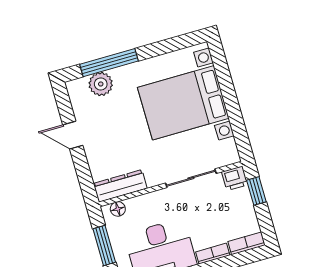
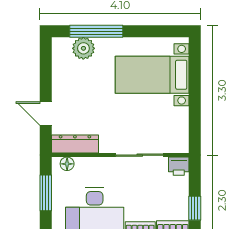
bed with nightstands: (183, 103) -> (152, 75), width x0.73
door: (73, 135) -> (46, 114), moved
window: (256, 191) -> (195, 208), moved

